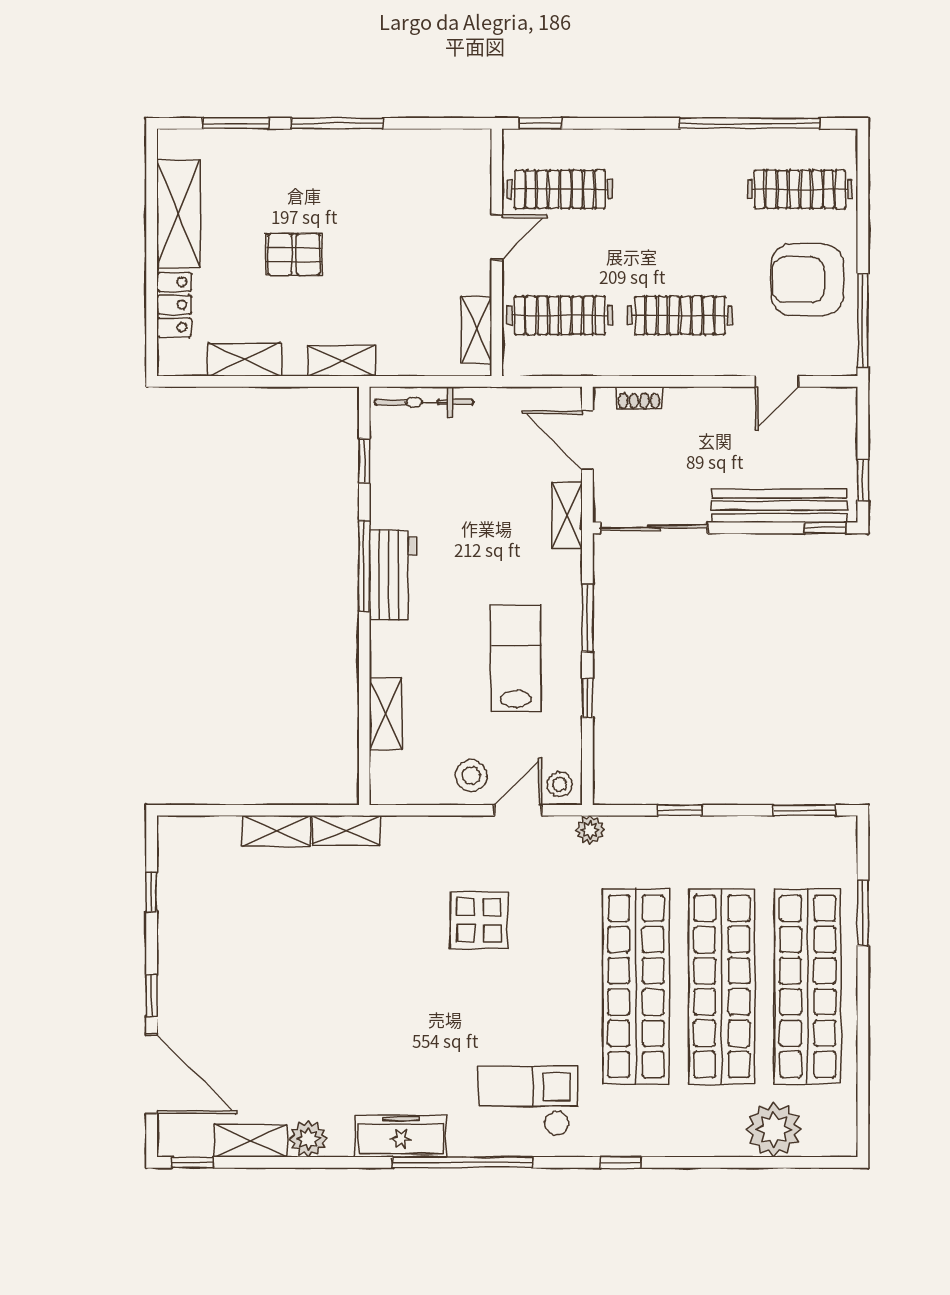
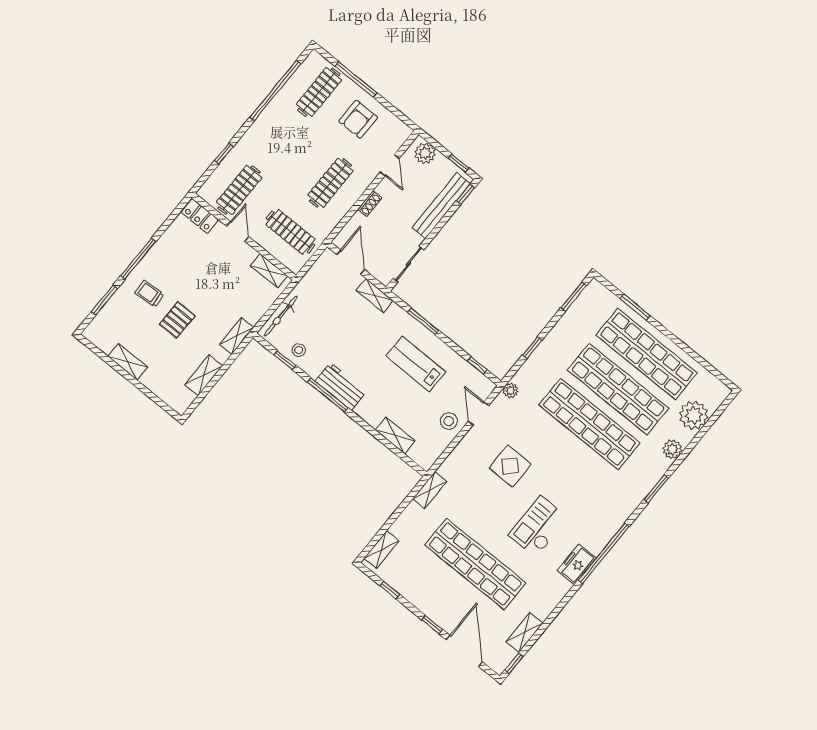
window: (540, 123) -> (224, 154), moved
trolley: (300, 182) -> (149, 294), added
shelving: (178, 214) -> (128, 362), width x0.67, depth x0.75
armchair: (807, 280) -> (358, 119), width x0.73, depth x0.73
locker: (174, 305) -> (200, 216), moved, turned 180
clothes rail: (560, 315) -> (291, 232), turned 90
window: (863, 321) -> (356, 79), moved
shoe rack: (639, 398) -> (370, 204), moved
plant: (837, 419) -> (425, 153), added
door: (587, 440) -> (351, 262), swing flipped
sliding door: (654, 528) -> (409, 264), width x0.73
window: (587, 698) -> (477, 365), moved
stool: (560, 784) -> (299, 350), moved
shelving: (276, 831) -> (381, 550), moved
shop shelf: (293, 986) -> (475, 564), added
door: (152, 1074) -> (464, 651), hinge flipped
checkout: (528, 1101) -> (538, 527), moved
freezer: (401, 1136) -> (577, 564), width x0.71
plant: (308, 1139) -> (672, 449), moved
window: (620, 1162) -> (656, 489), width x1.50

